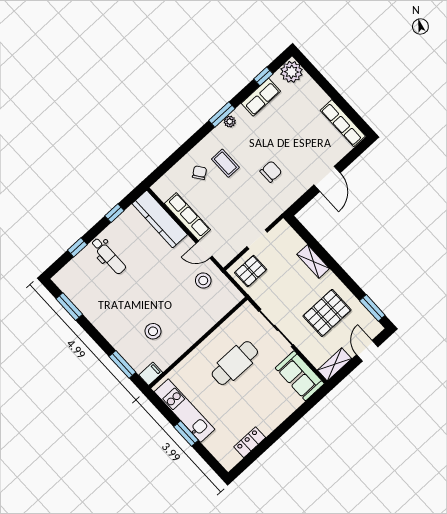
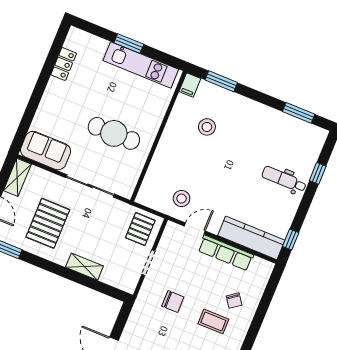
chair: (271, 172) -> (173, 302), moved, turned -90
window: (114, 213) -> (291, 240), moved
cafe table: (235, 363) -> (114, 133), turned 90

